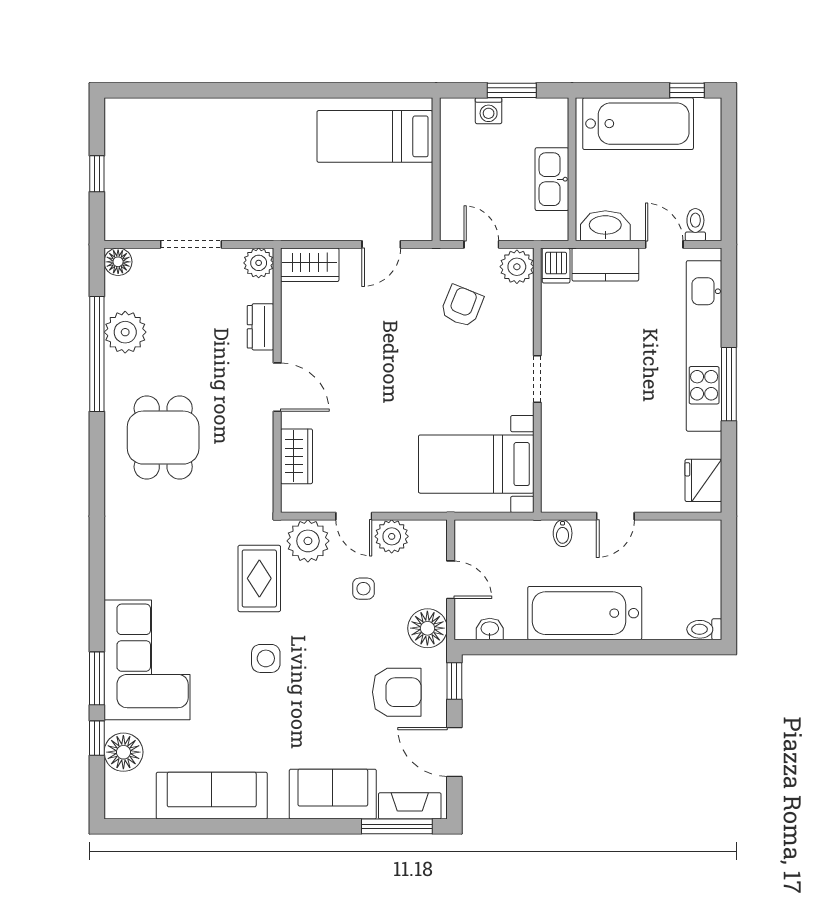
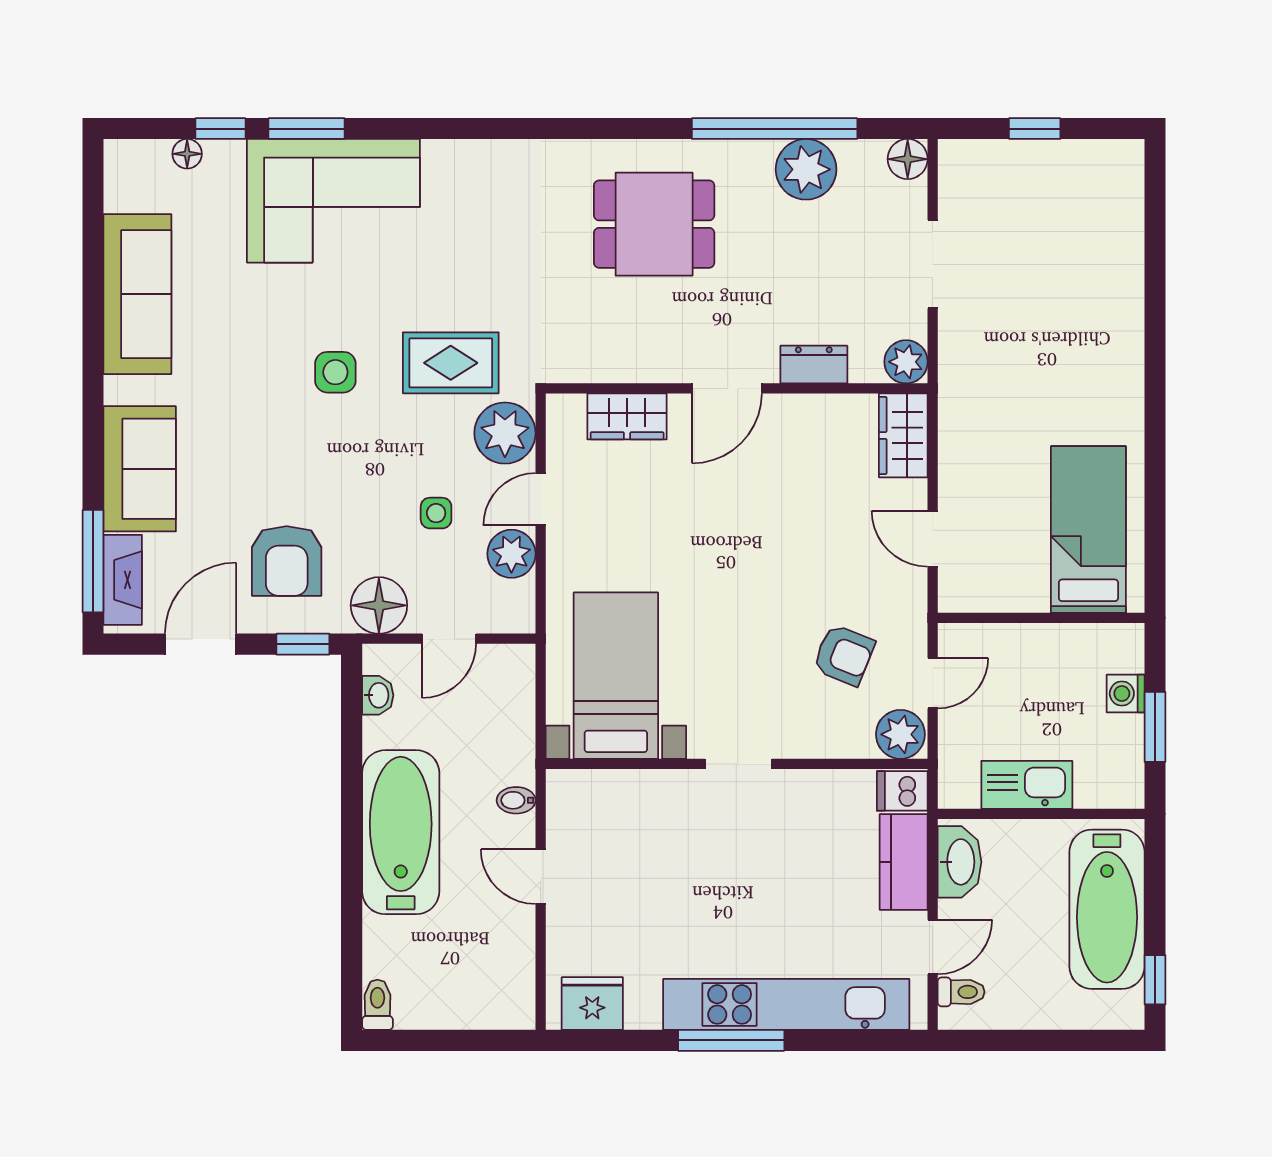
floor lamp: (123, 752) -> (187, 154), width x0.53, depth x0.53

